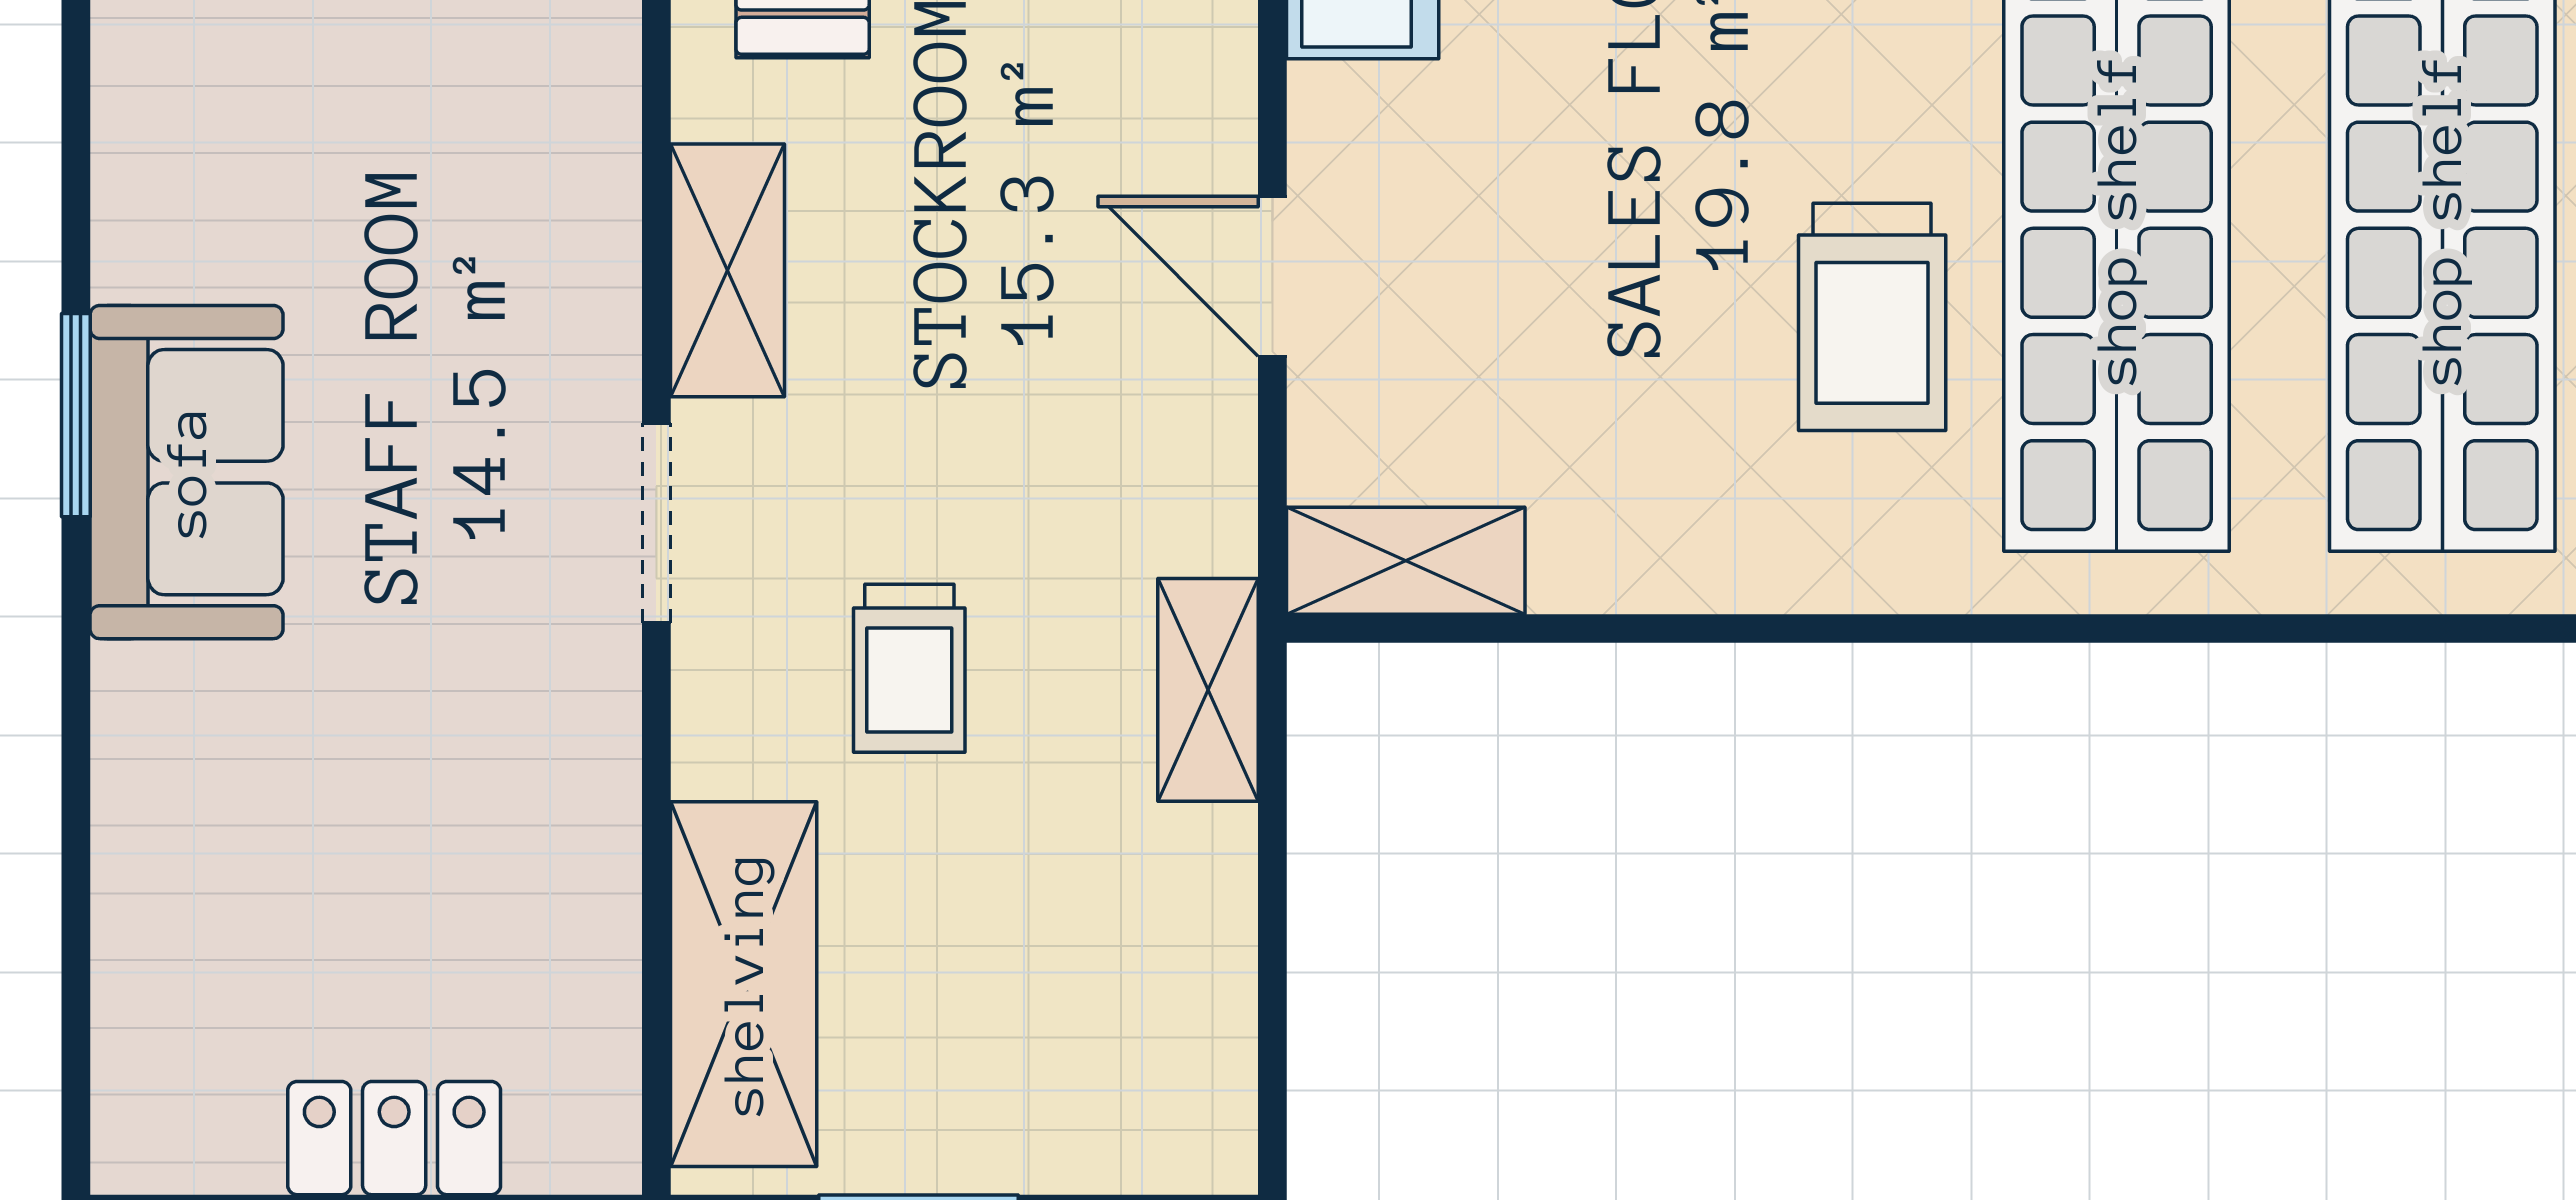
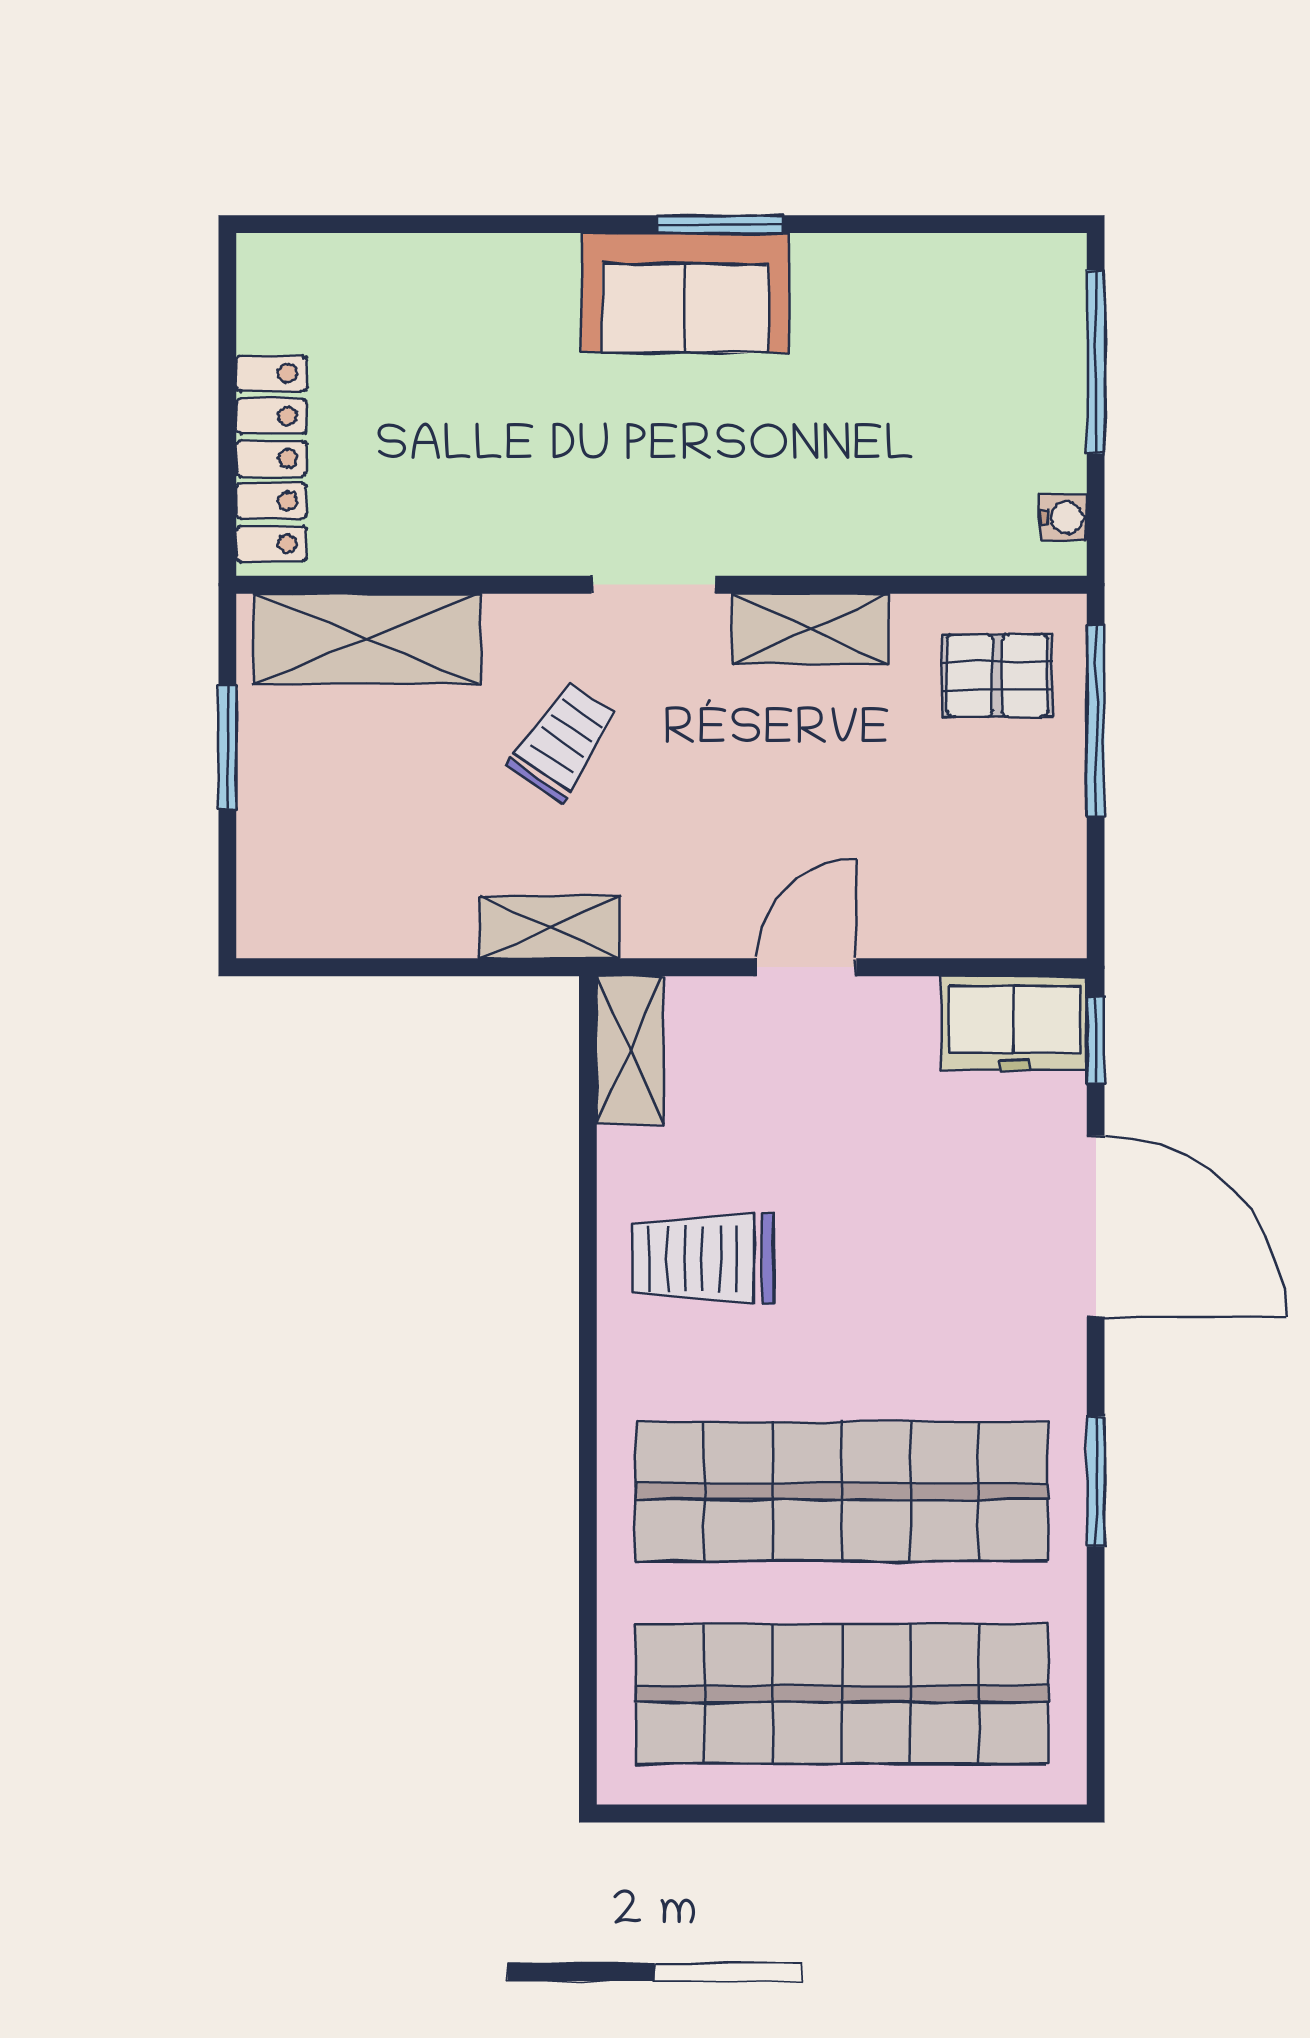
trolley: (1872, 317) -> (703, 1259), moved
trolley: (909, 668) -> (563, 742), turned 124
locker: (394, 1138) -> (271, 459), width x1.53

